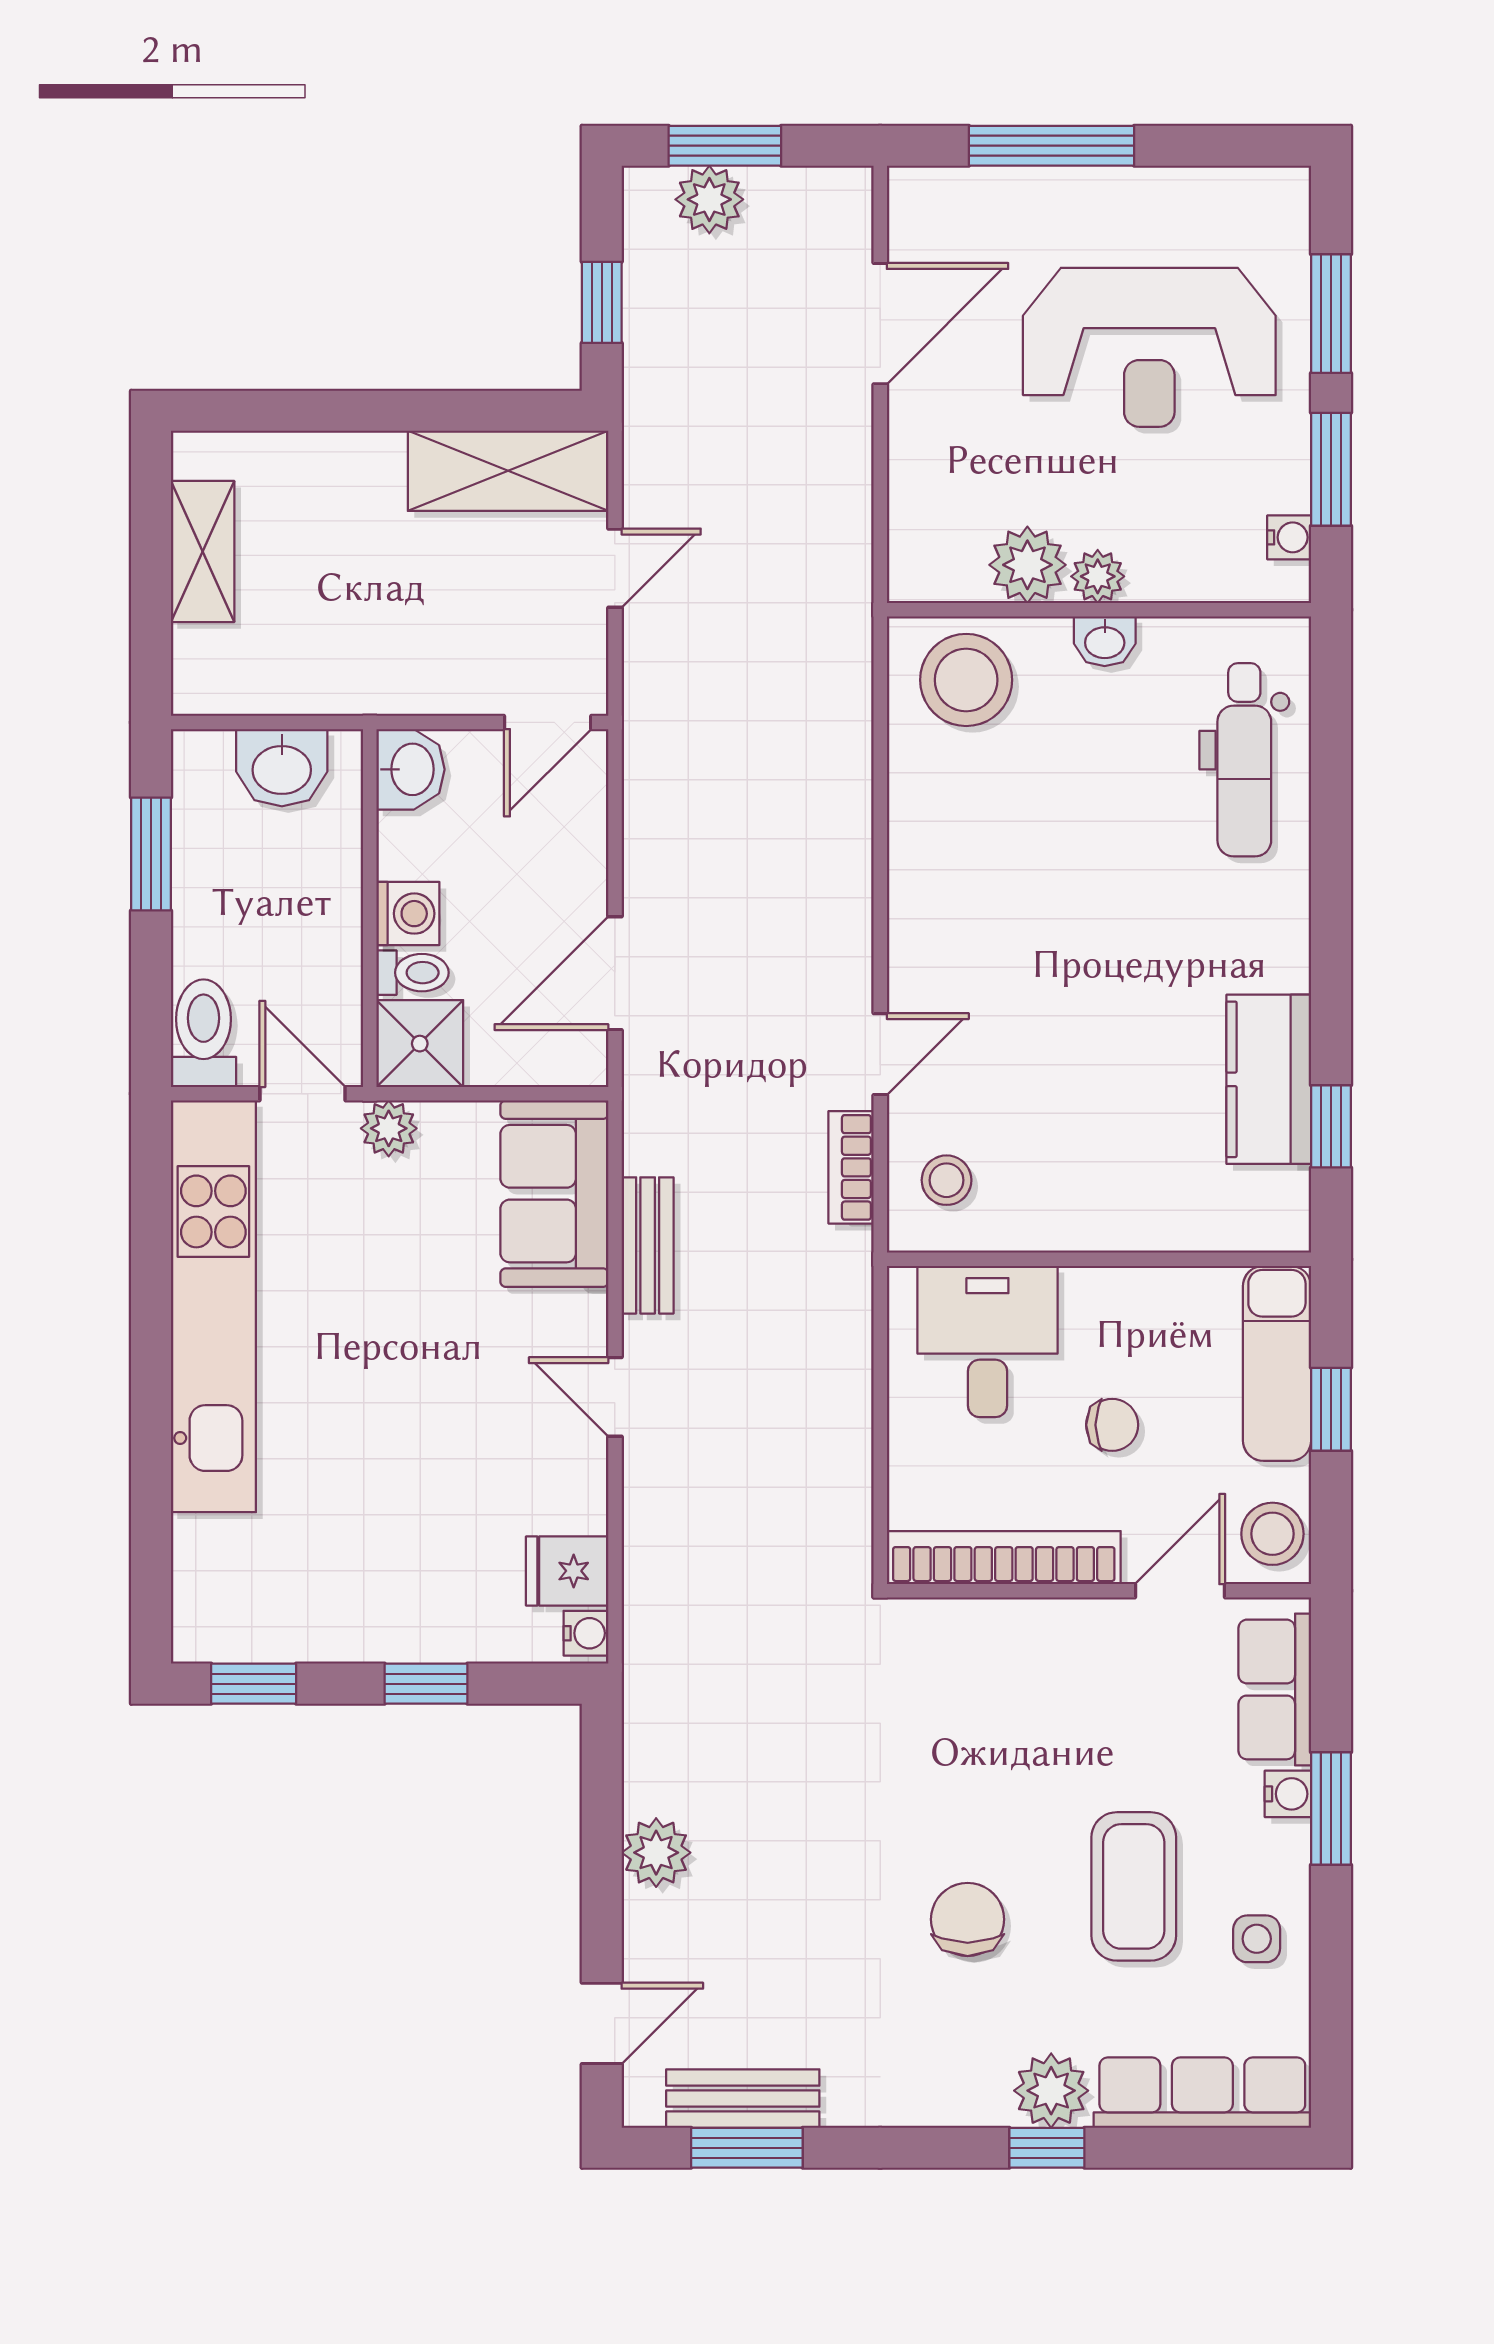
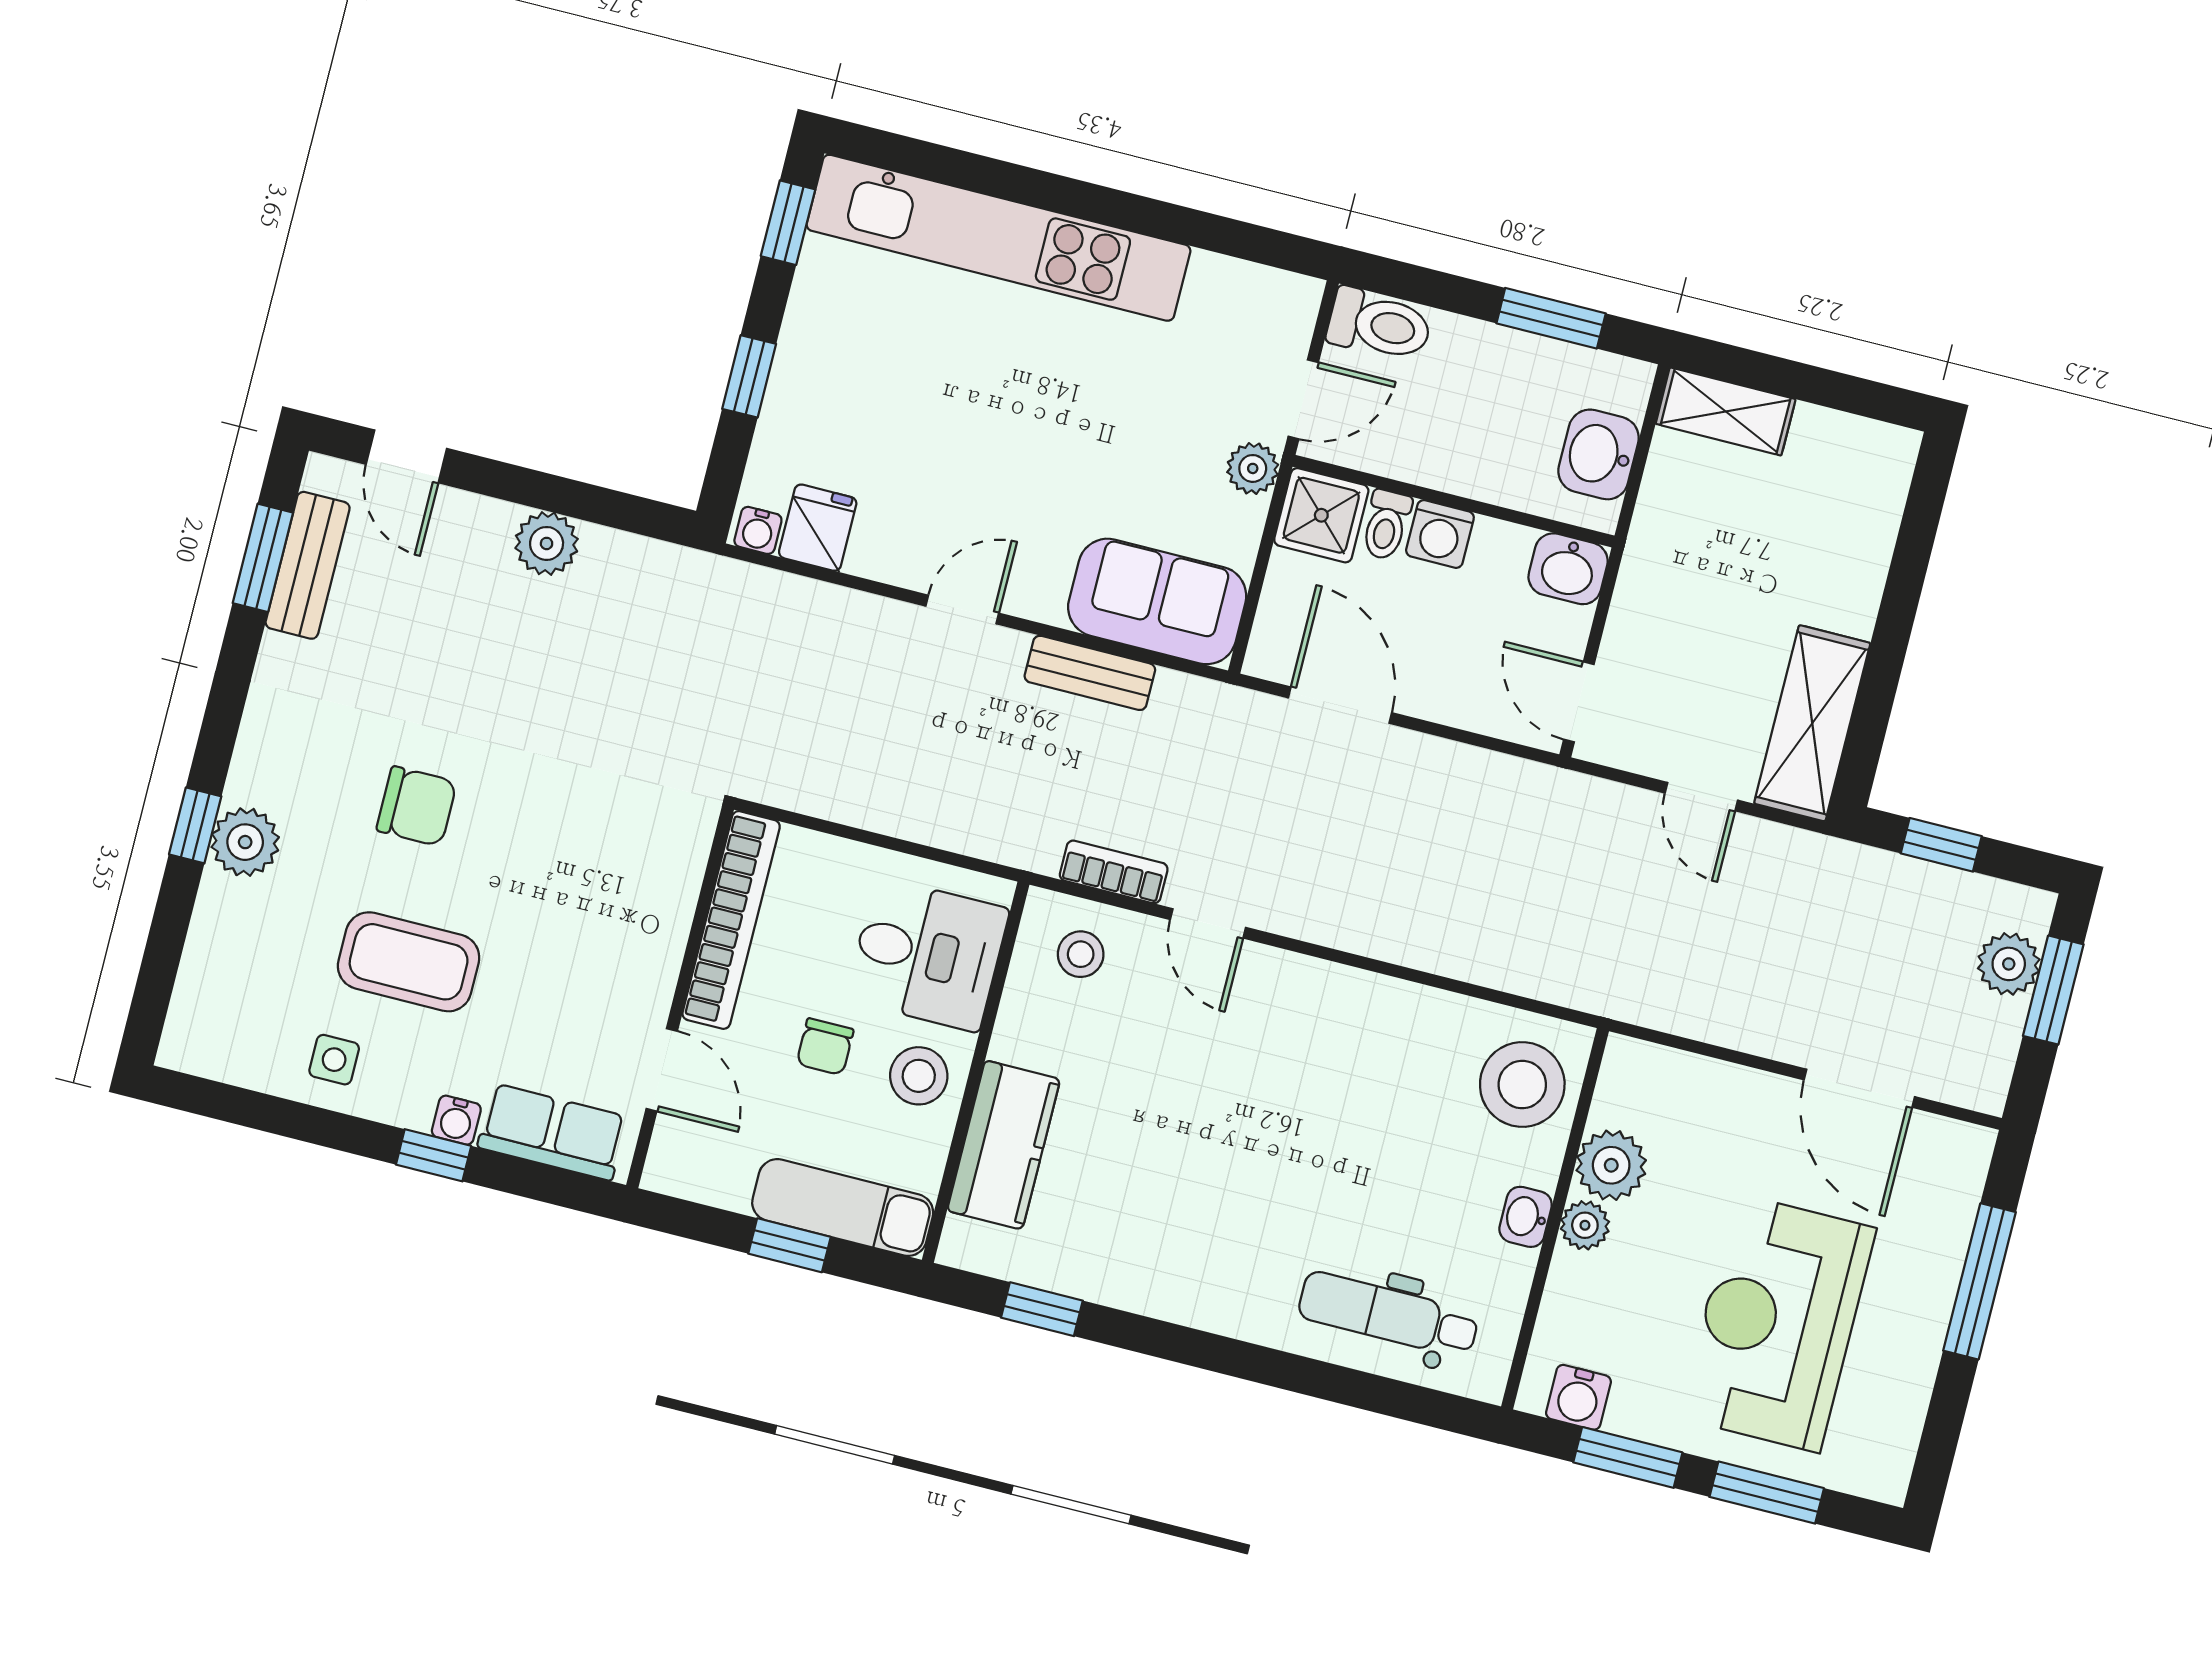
water cooler: (1289, 537) -> (1578, 1397), width x1.38, depth x1.38
shelving: (203, 552) -> (1726, 411), moved
kitchen counter: (1269, 1079) -> (1004, 1145), moved, turned 90
kitchen unit: (213, 1306) -> (998, 238), moved
stool: (1272, 1534) -> (919, 1076), moved
window: (1331, 1808) -> (434, 1155), width x0.67
row of seats: (1202, 2093) -> (209, 976), removed

